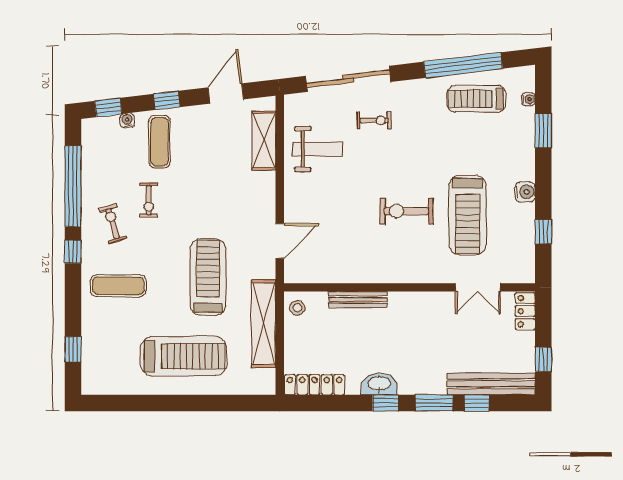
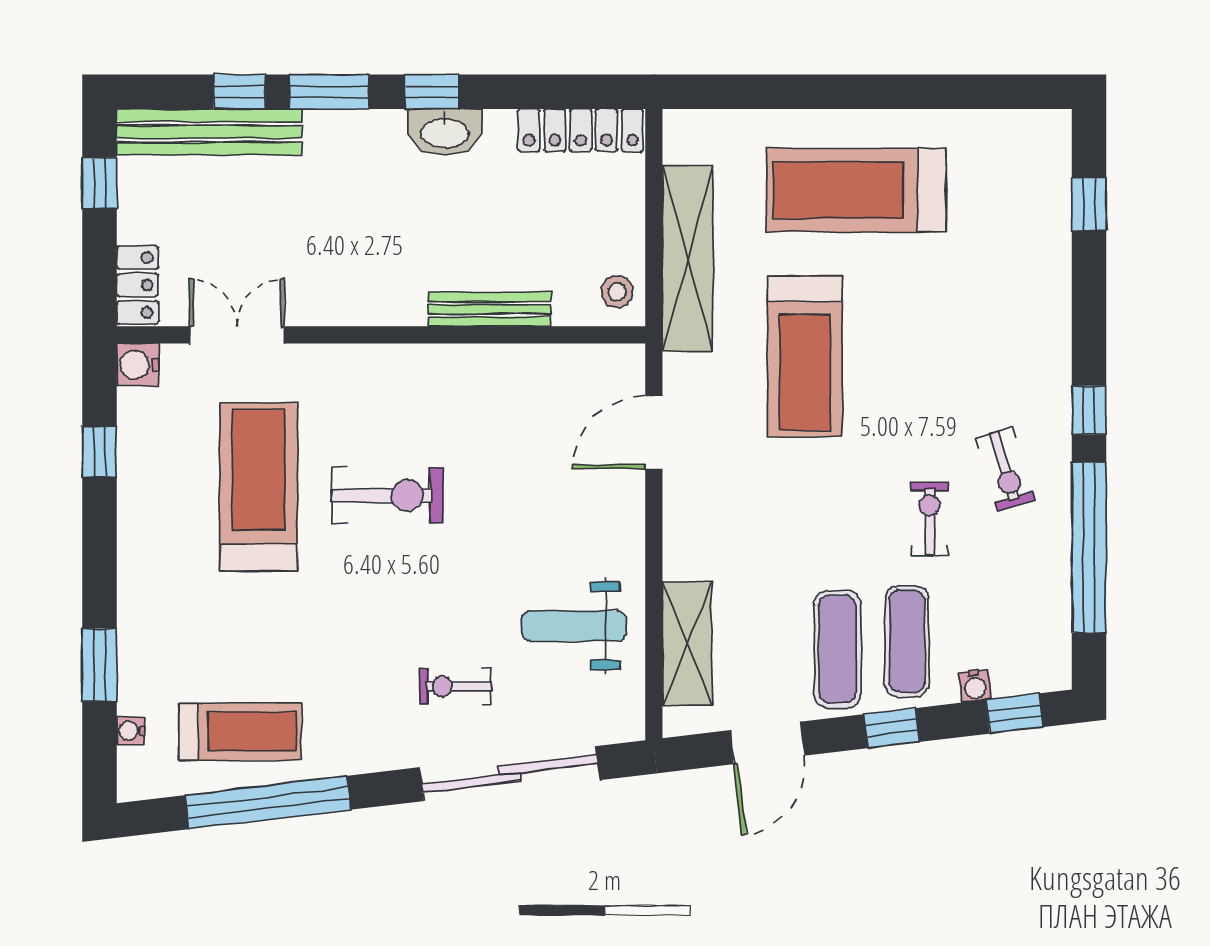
water cooler: (525, 192) -> (138, 365), moved
exercise mat: (118, 286) -> (837, 649), moved, turned 90

